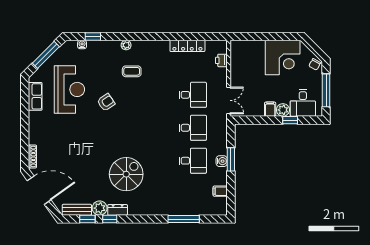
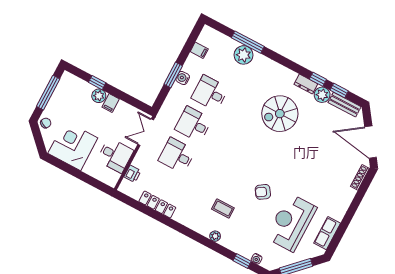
desk: (303, 103) -> (115, 155), moved, turned 90
plant: (182, 207) -> (244, 55), added

